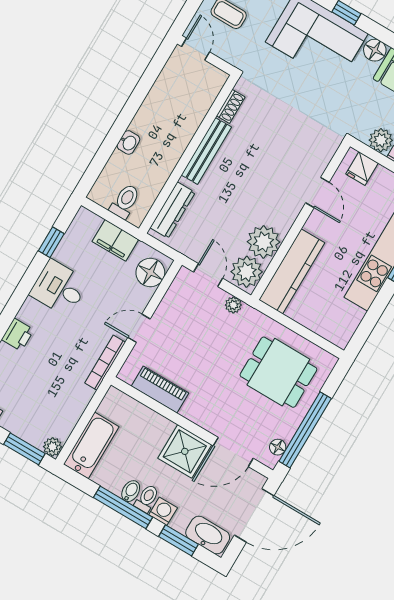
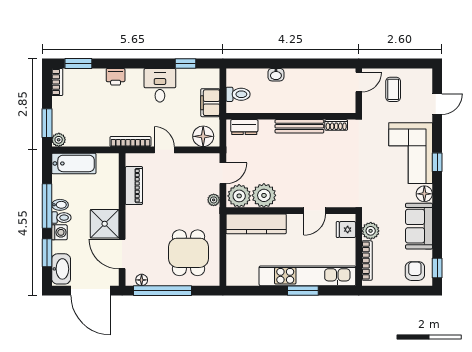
dresser: (173, 210) -> (244, 127), width x0.70

